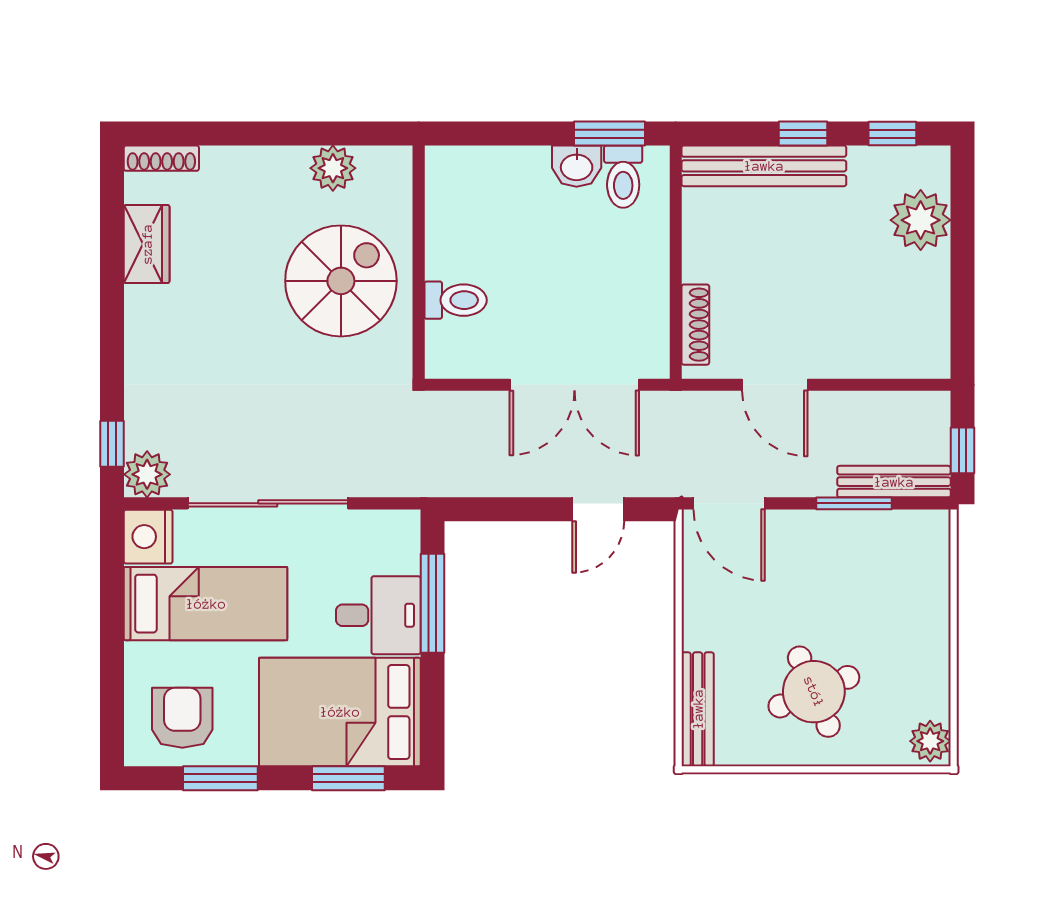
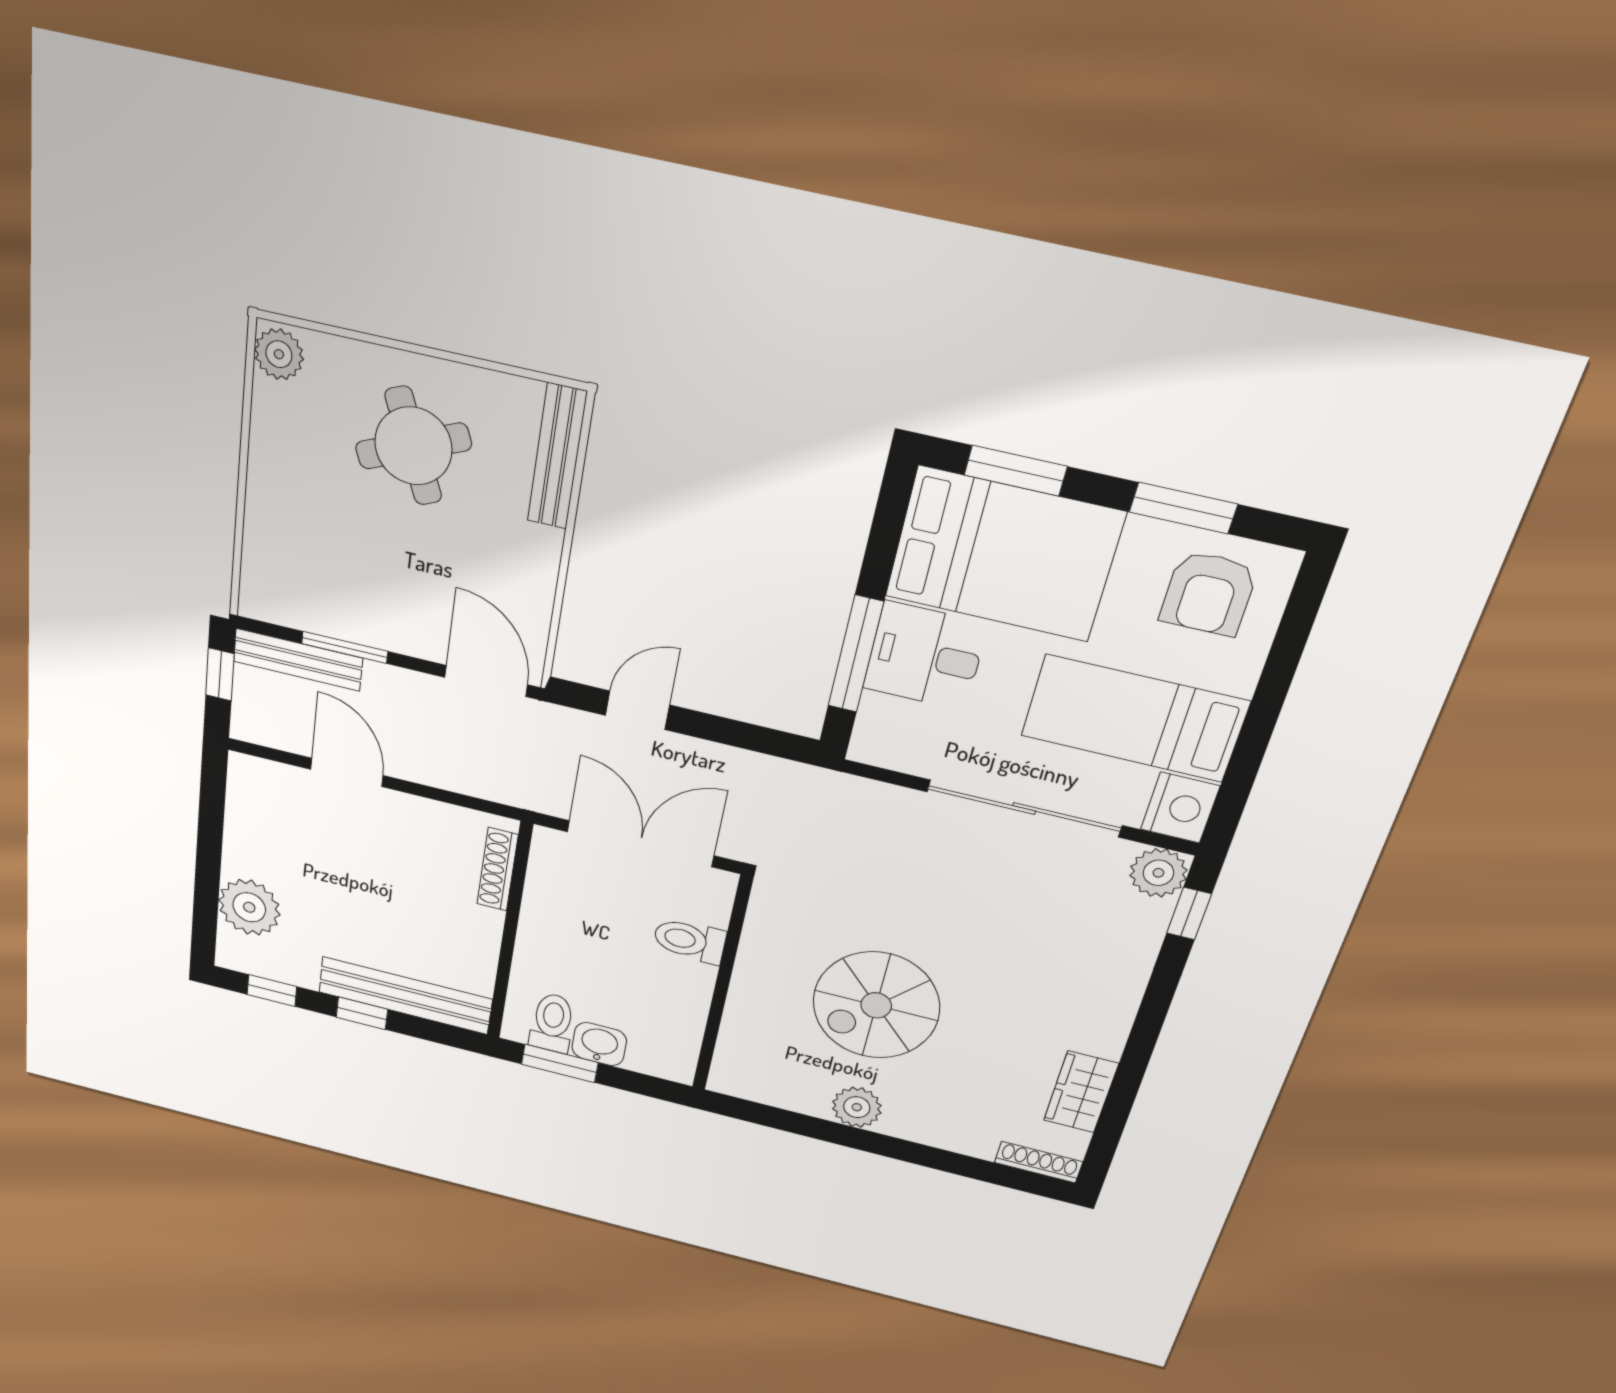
wall: (419, 262) -> (722, 985), moved
toilet: (456, 300) -> (690, 941), moved
door: (775, 385) -> (347, 772), moved

